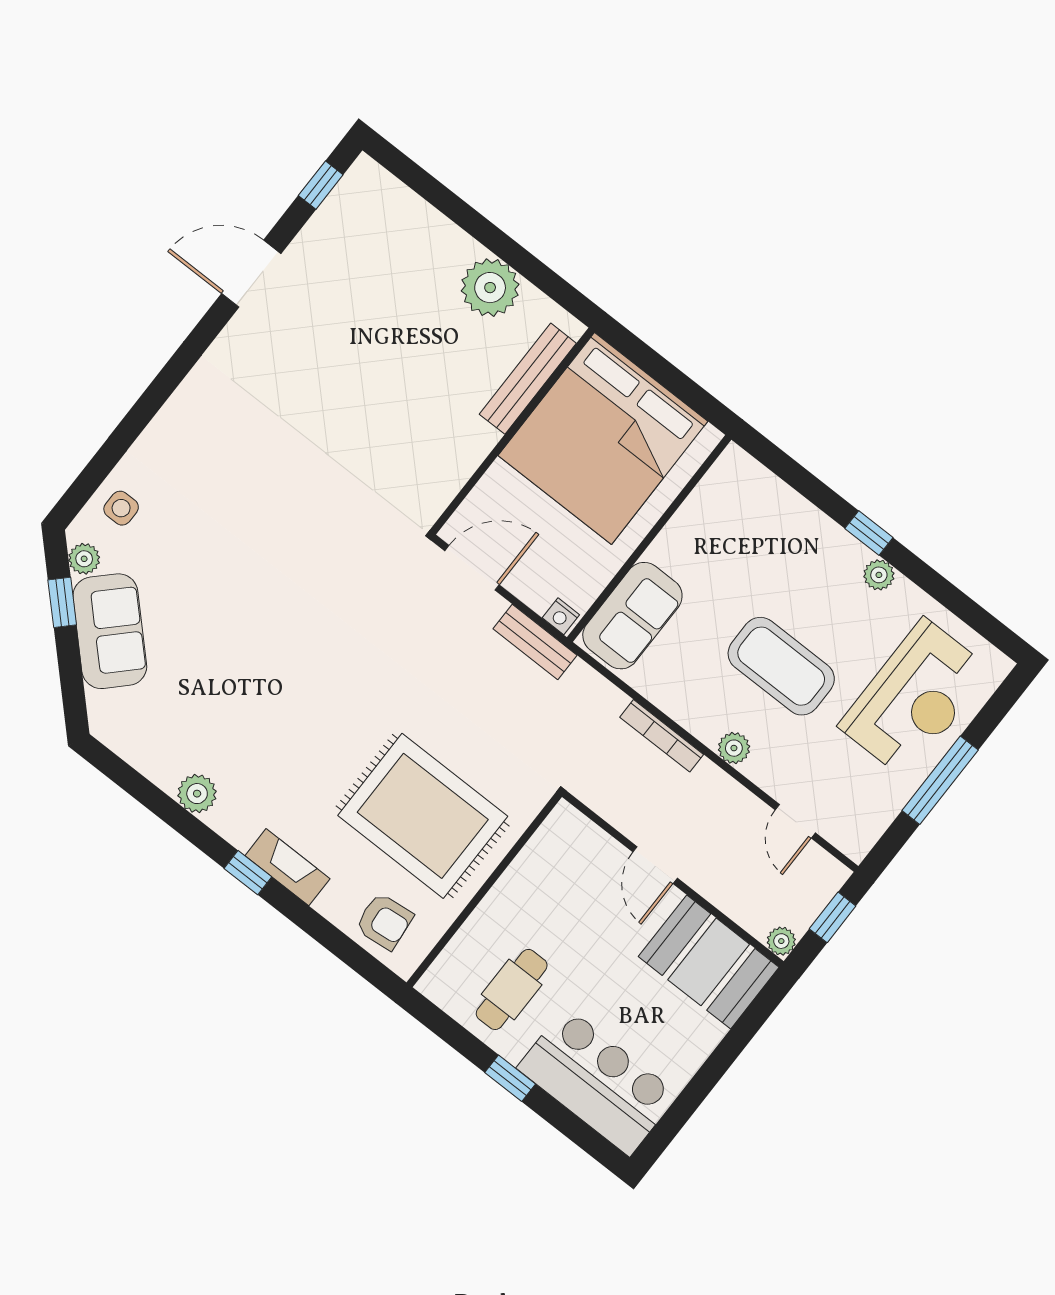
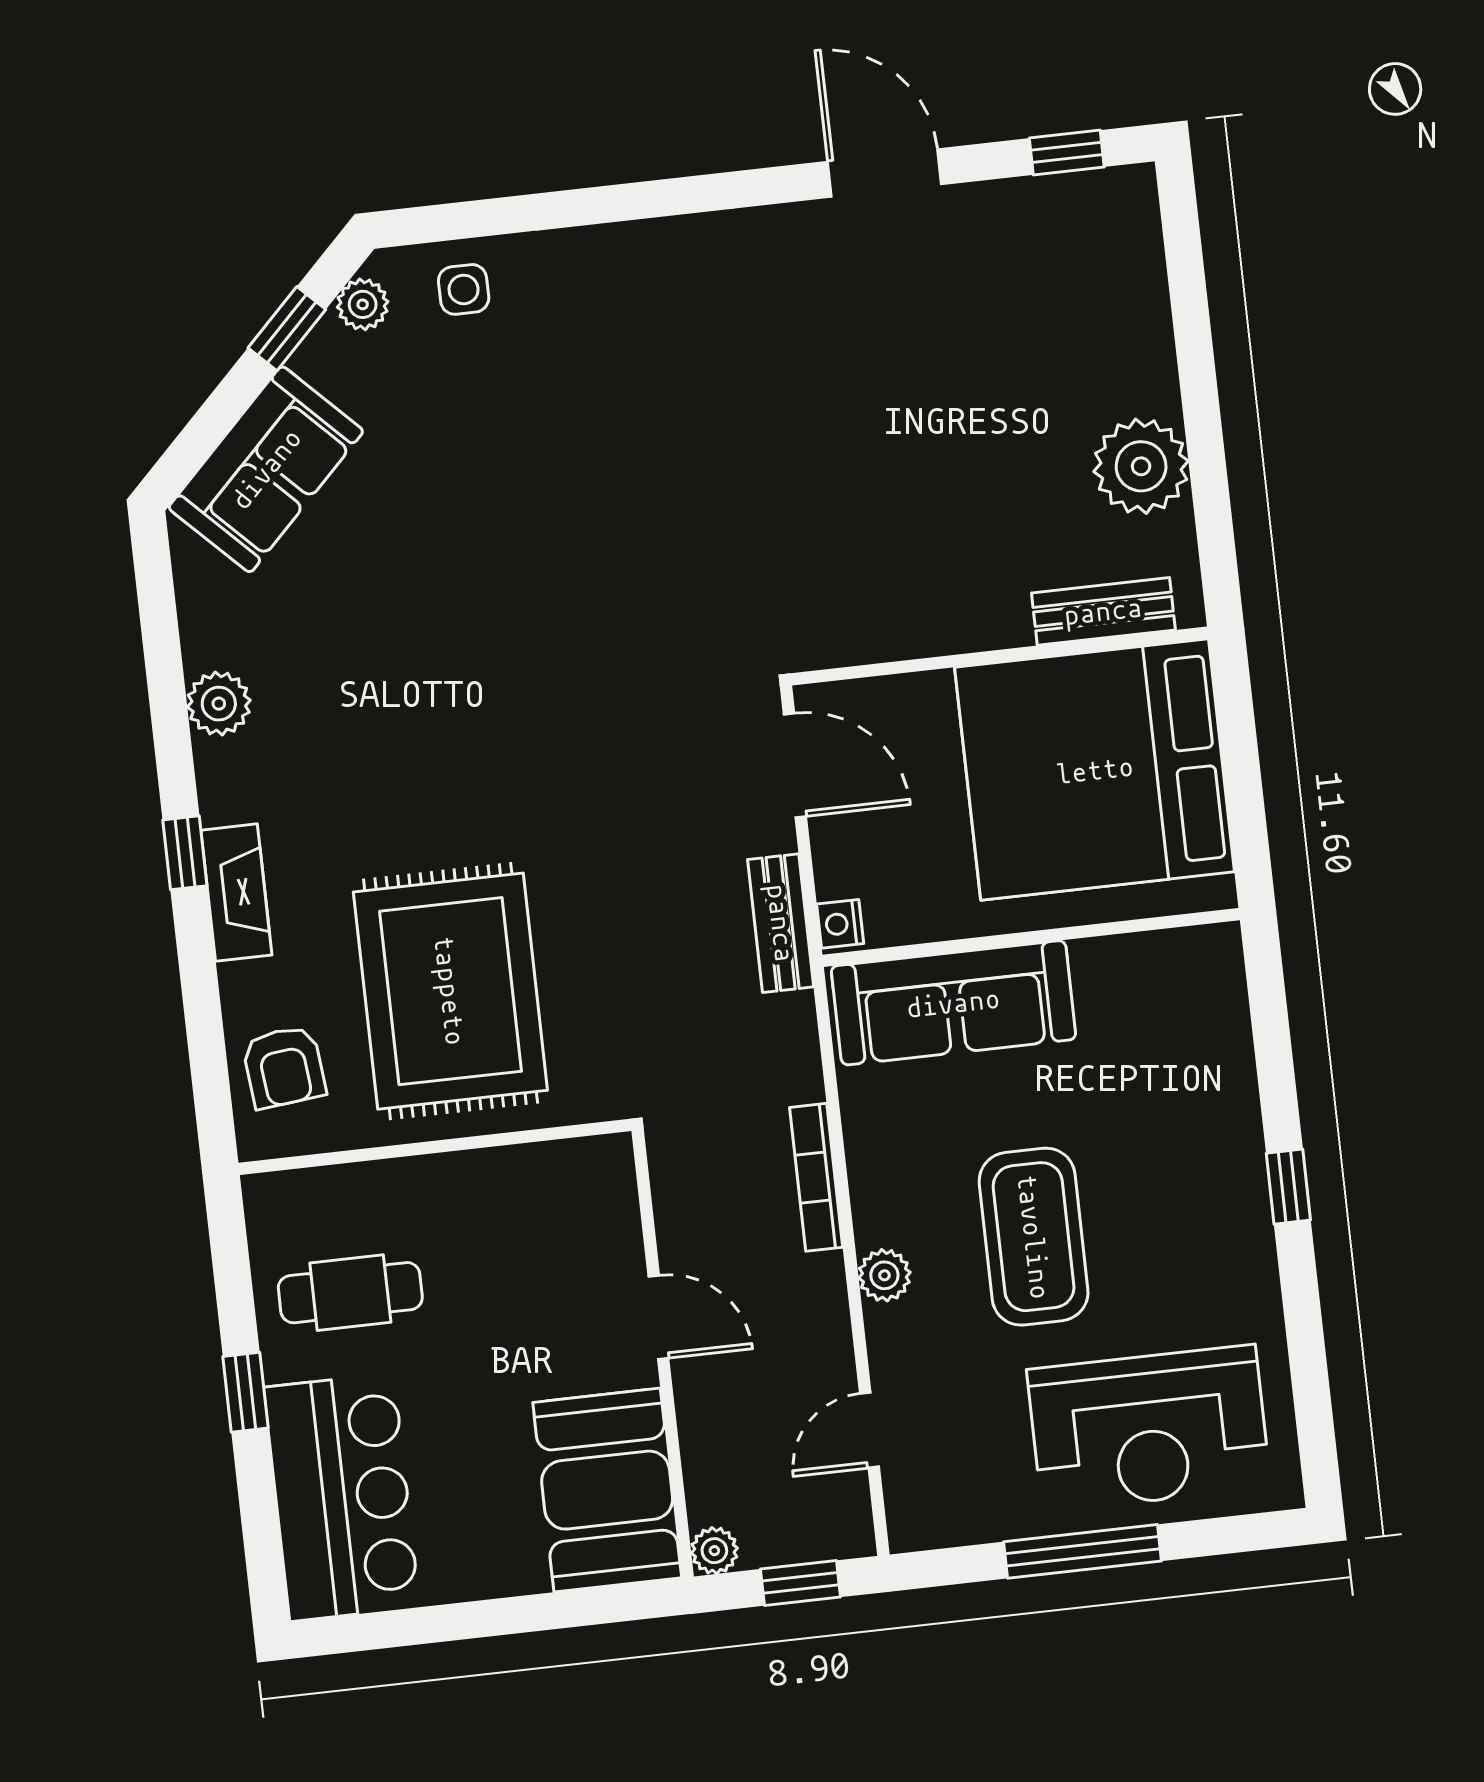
bench: (528, 379) -> (1103, 611), width x0.73
plant: (879, 575) -> (1251, 1246), removed
sofa: (632, 616) -> (953, 1003), width x1.36
sofa: (110, 631) -> (266, 469), moved
door: (655, 865) -> (658, 1317), swing flipped

